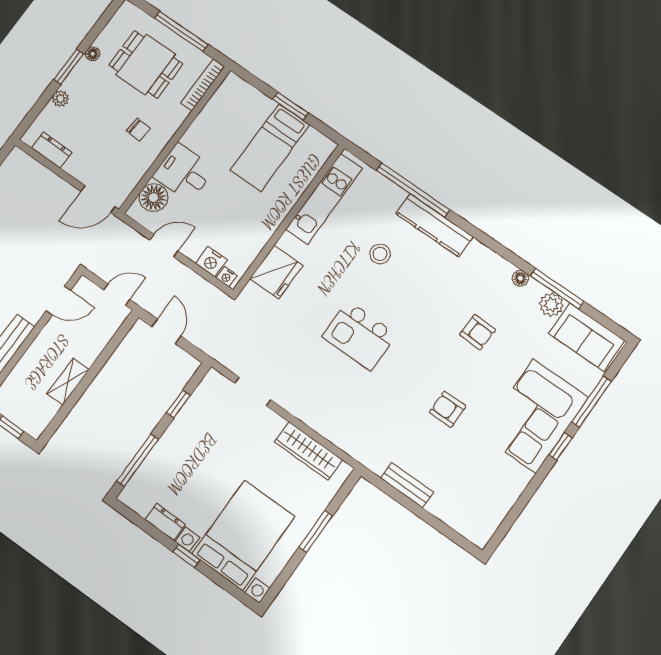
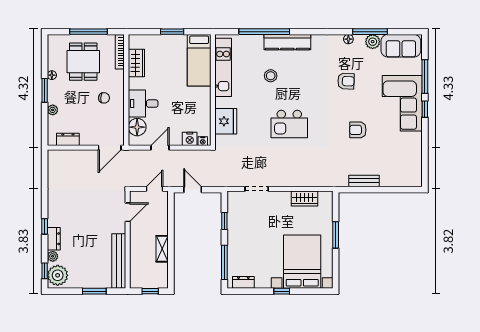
dining table: (146, 64) -> (83, 62), turned 90
wardrobe: (214, 114) -> (136, 63), added
bed: (270, 147) -> (199, 60), moved
wardrobe: (308, 451) -> (304, 198), width x0.67
dresser: (165, 522) -> (243, 282), moved

